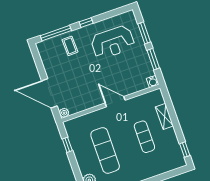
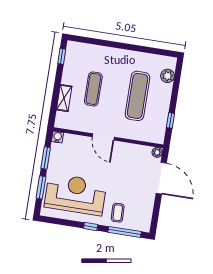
reception desk: (113, 42) -> (75, 194), width x1.36, depth x1.30

